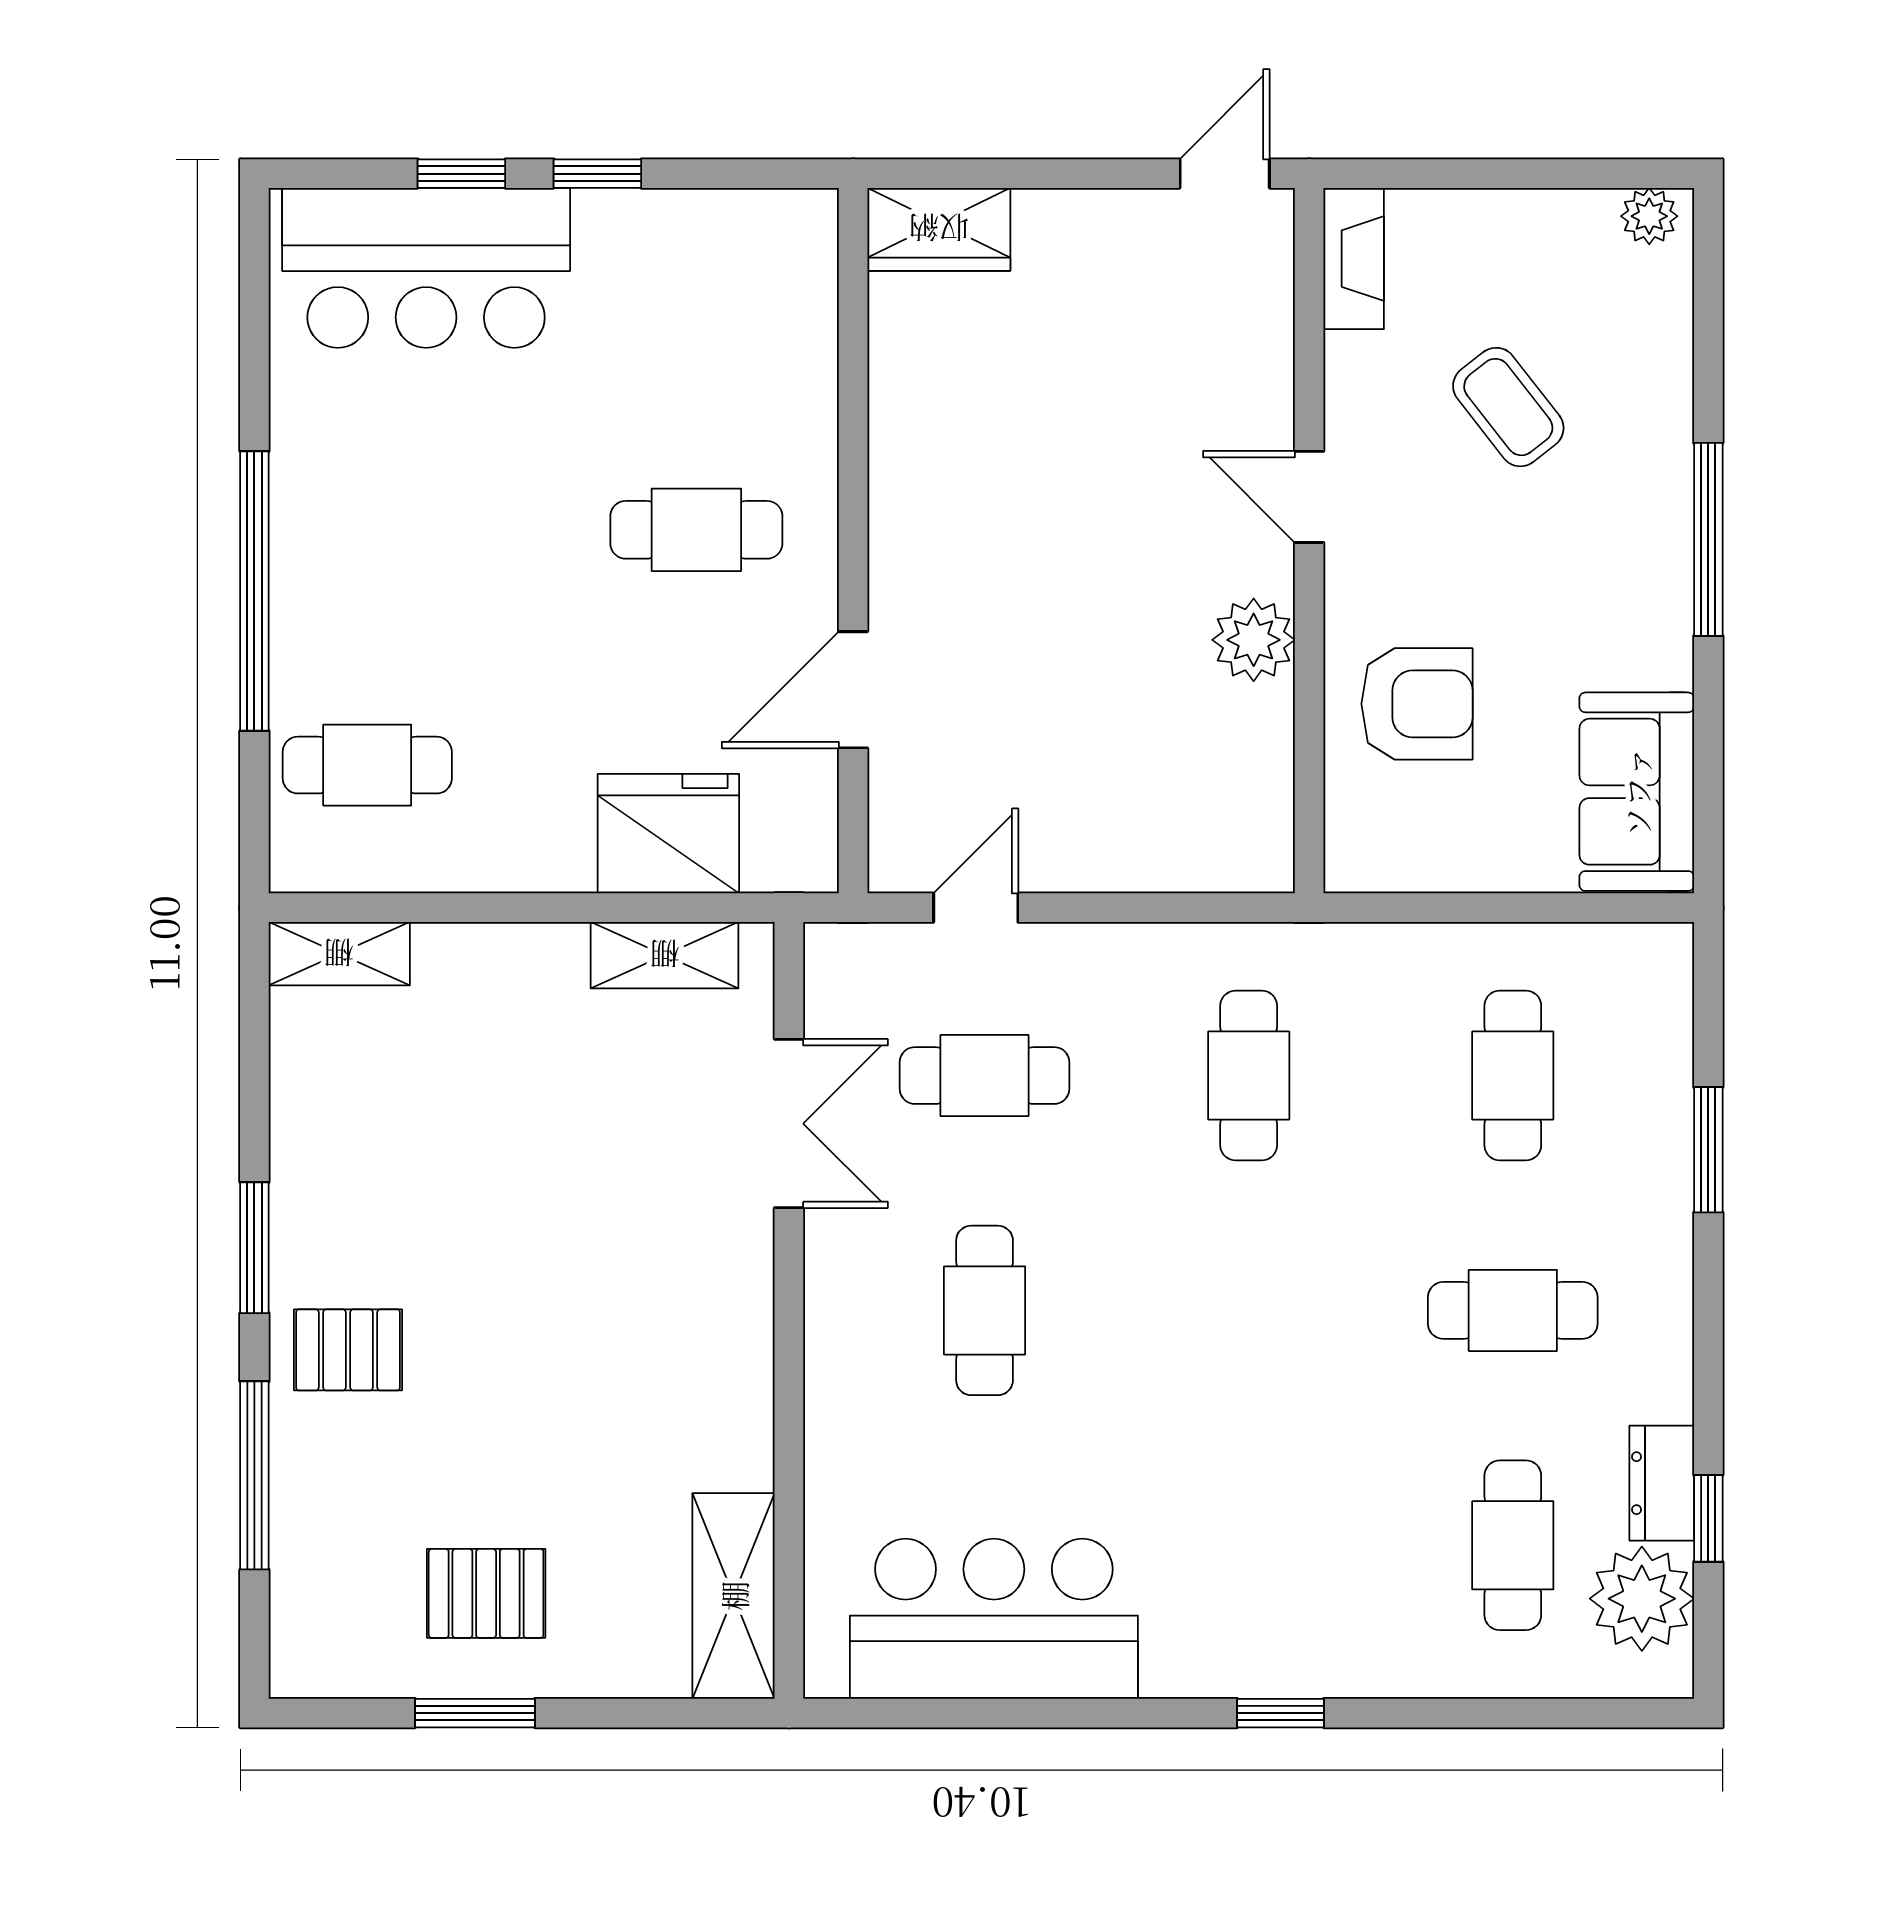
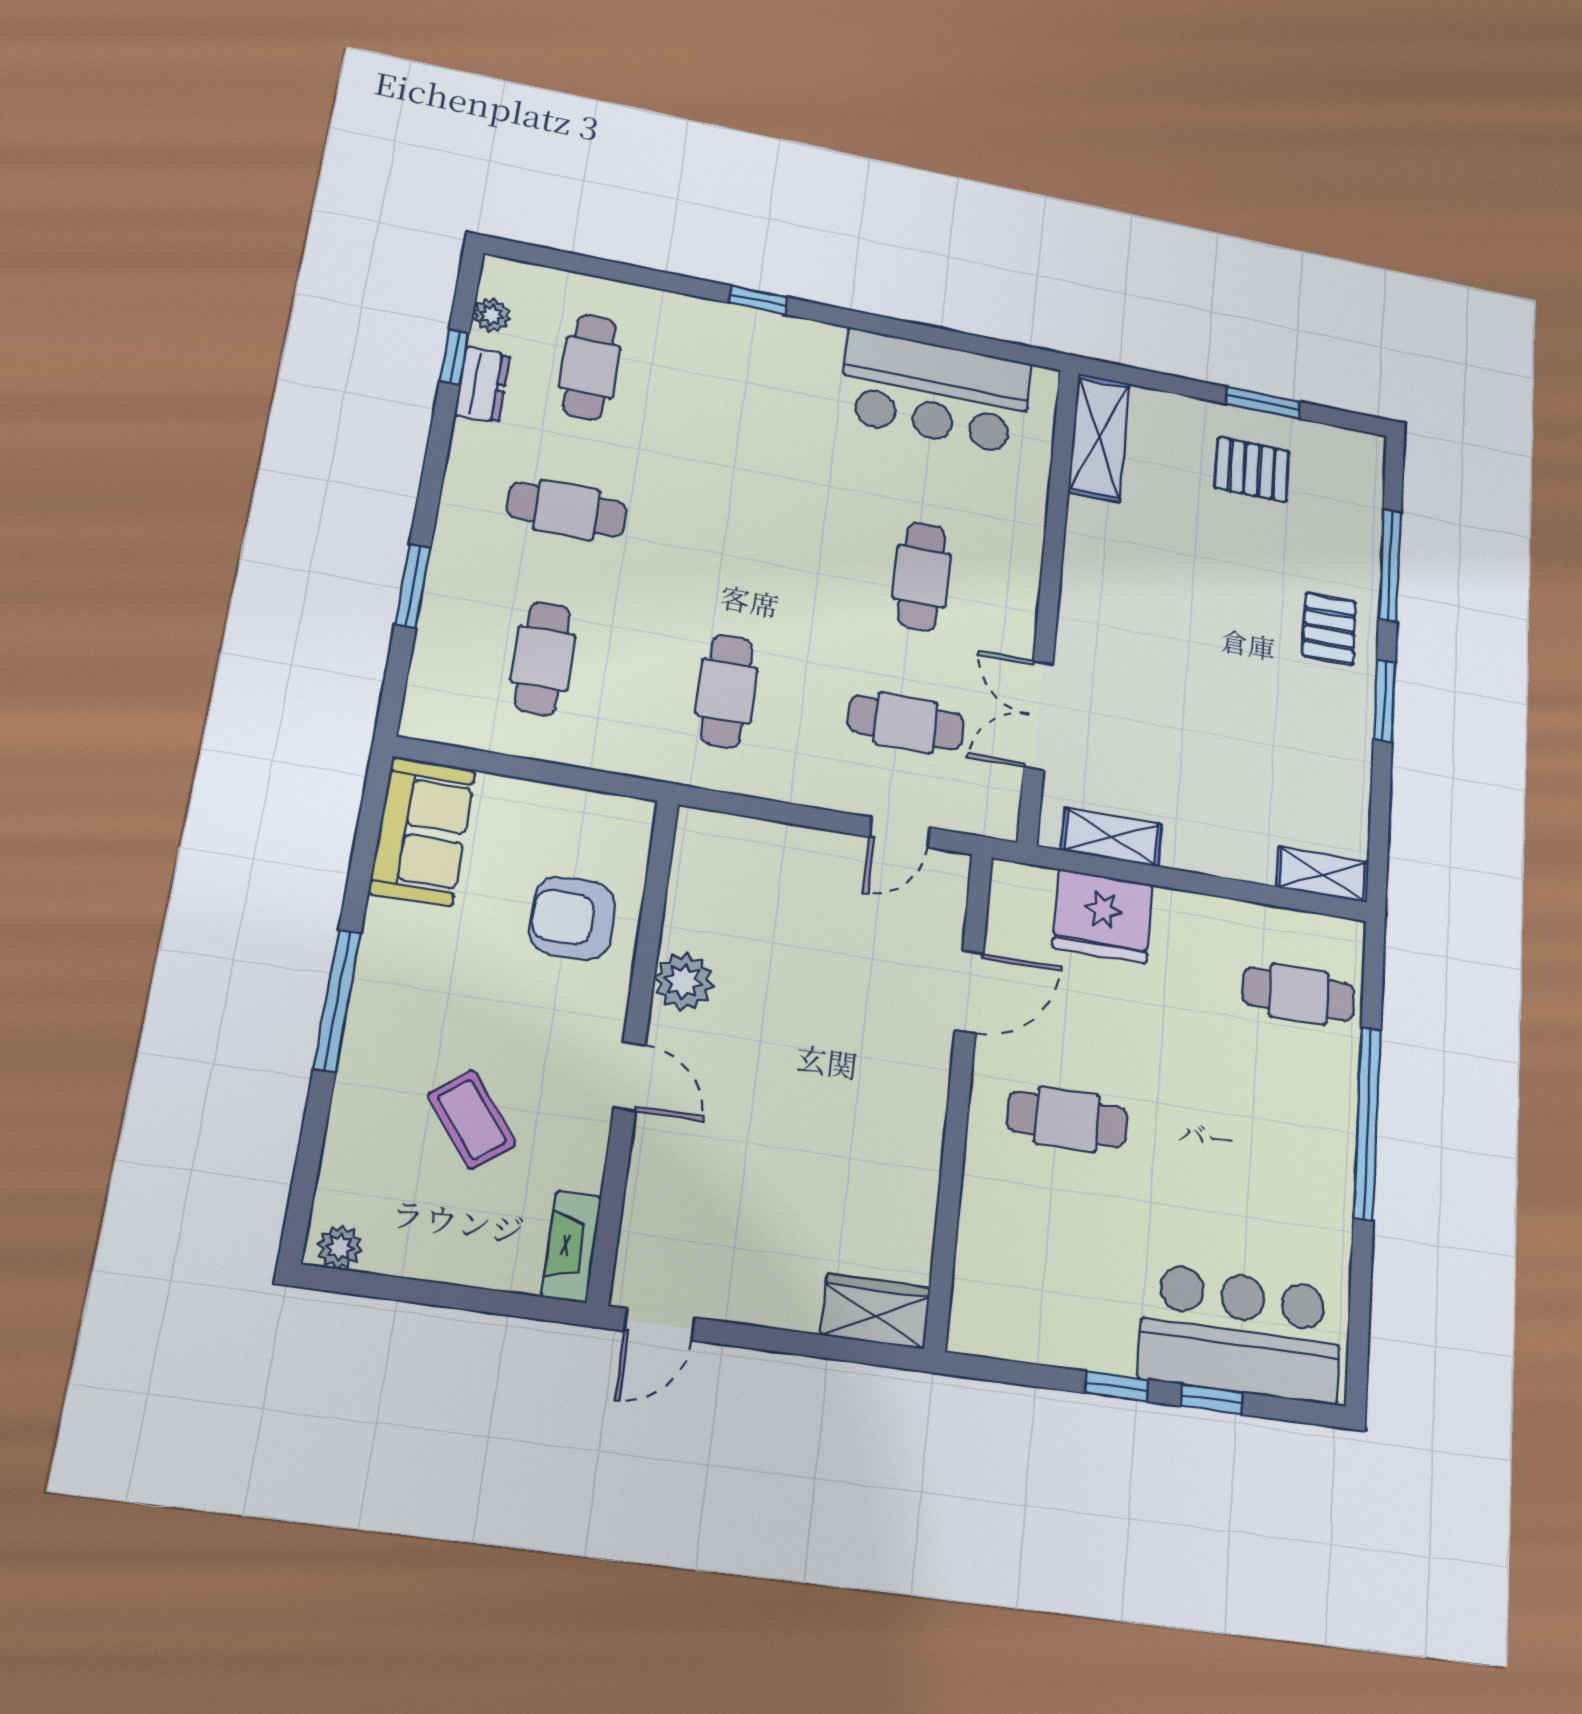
pallet: (348, 1350) -> (1329, 629), turned 90
plant: (1642, 1599) -> (492, 315), width x0.53, depth x0.53

